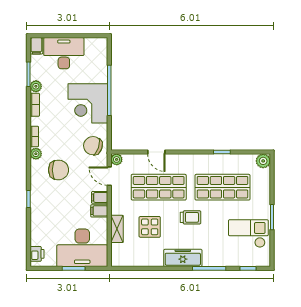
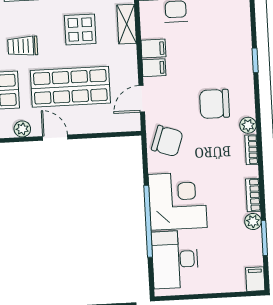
desk: (64, 53) -> (175, 259), moved, turned 90
door: (156, 152) -> (55, 138), moved
plant: (117, 159) -> (22, 129), moved
door: (109, 176) -> (142, 99), swing flipped

